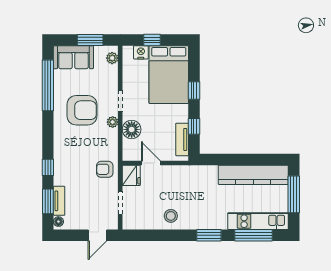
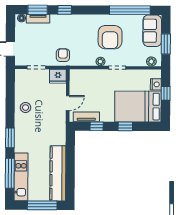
floor lamp: (132, 129) -> (94, 77), removed
door: (151, 163) -> (68, 103), moved

